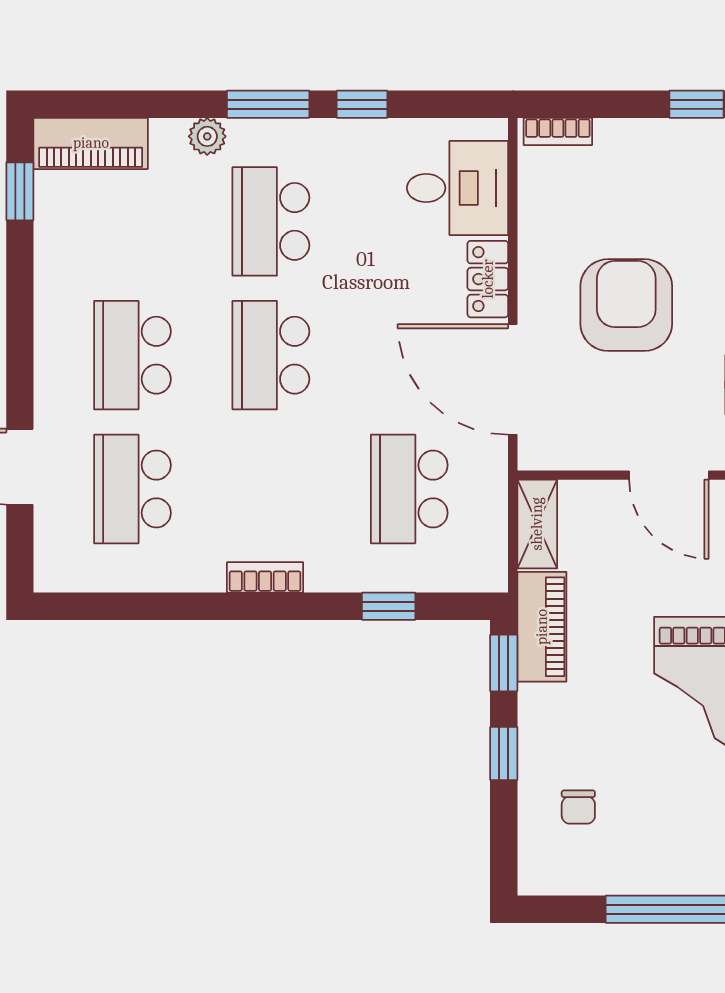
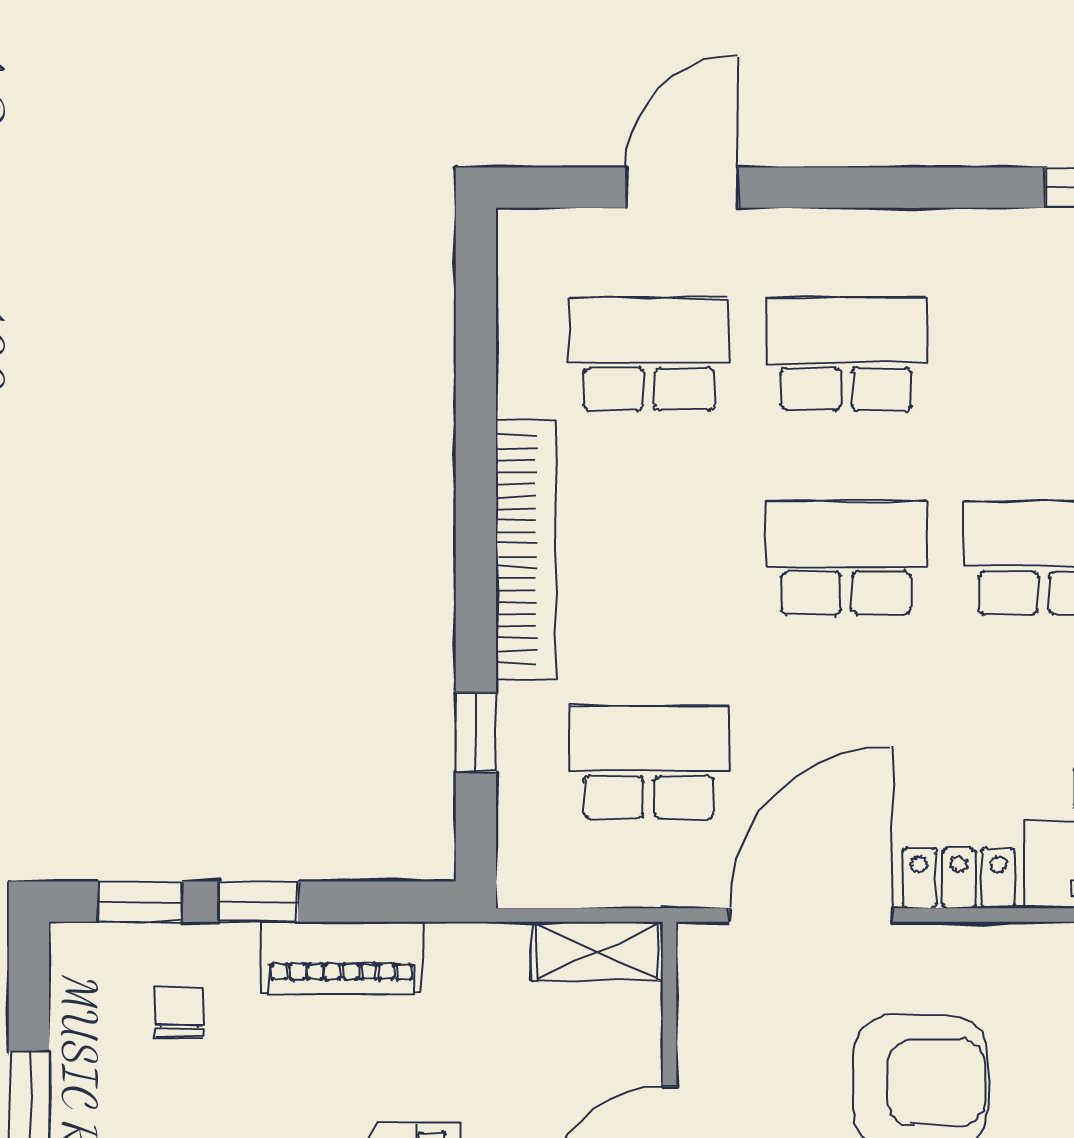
bookcase: (265, 577) -> (526, 550), width x2.31, depth x1.31
piano: (542, 627) -> (342, 958), moved
window: (504, 663) -> (140, 902), moved
chair: (578, 807) -> (180, 1012), turned 90

